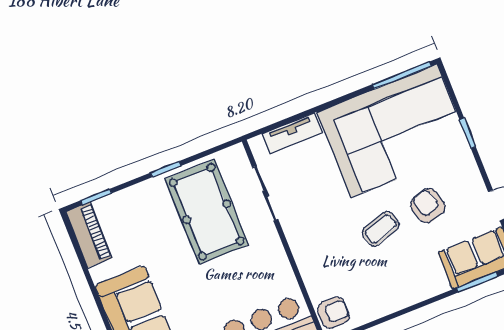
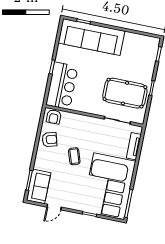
armchair: (428, 206) -> (50, 140), moved
piano: (89, 235) -> (146, 42), removed

